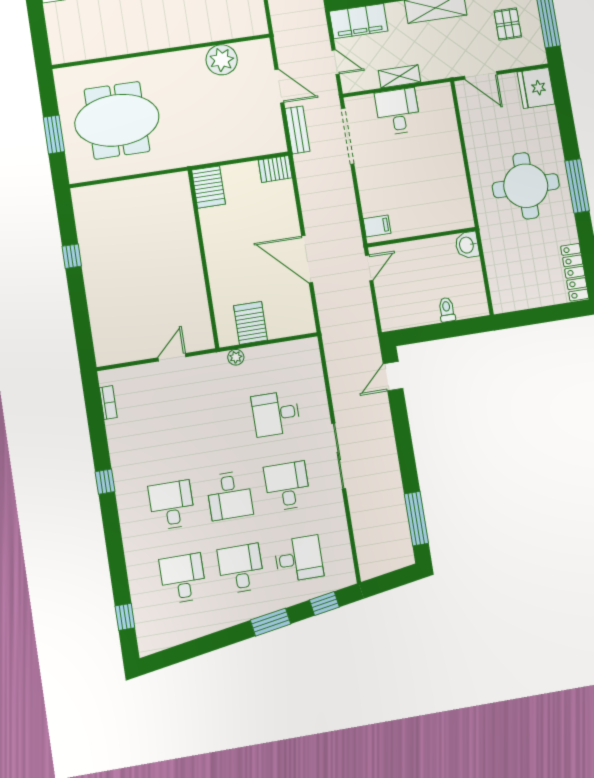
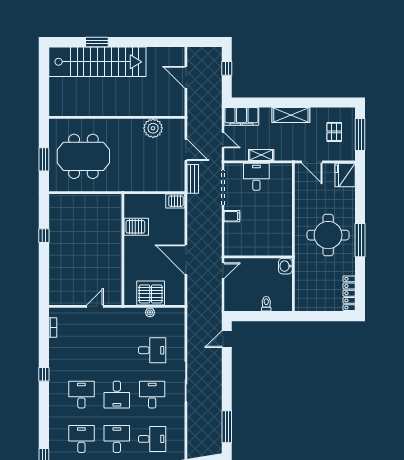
server rack: (209, 187) -> (136, 227), moved, turned -90
filing cabinet: (377, 226) -> (232, 216), moved
server rack: (251, 323) -> (151, 293), width x1.60
plant: (236, 357) -> (150, 312), moved
desk: (276, 414) -> (152, 350), turned 180

